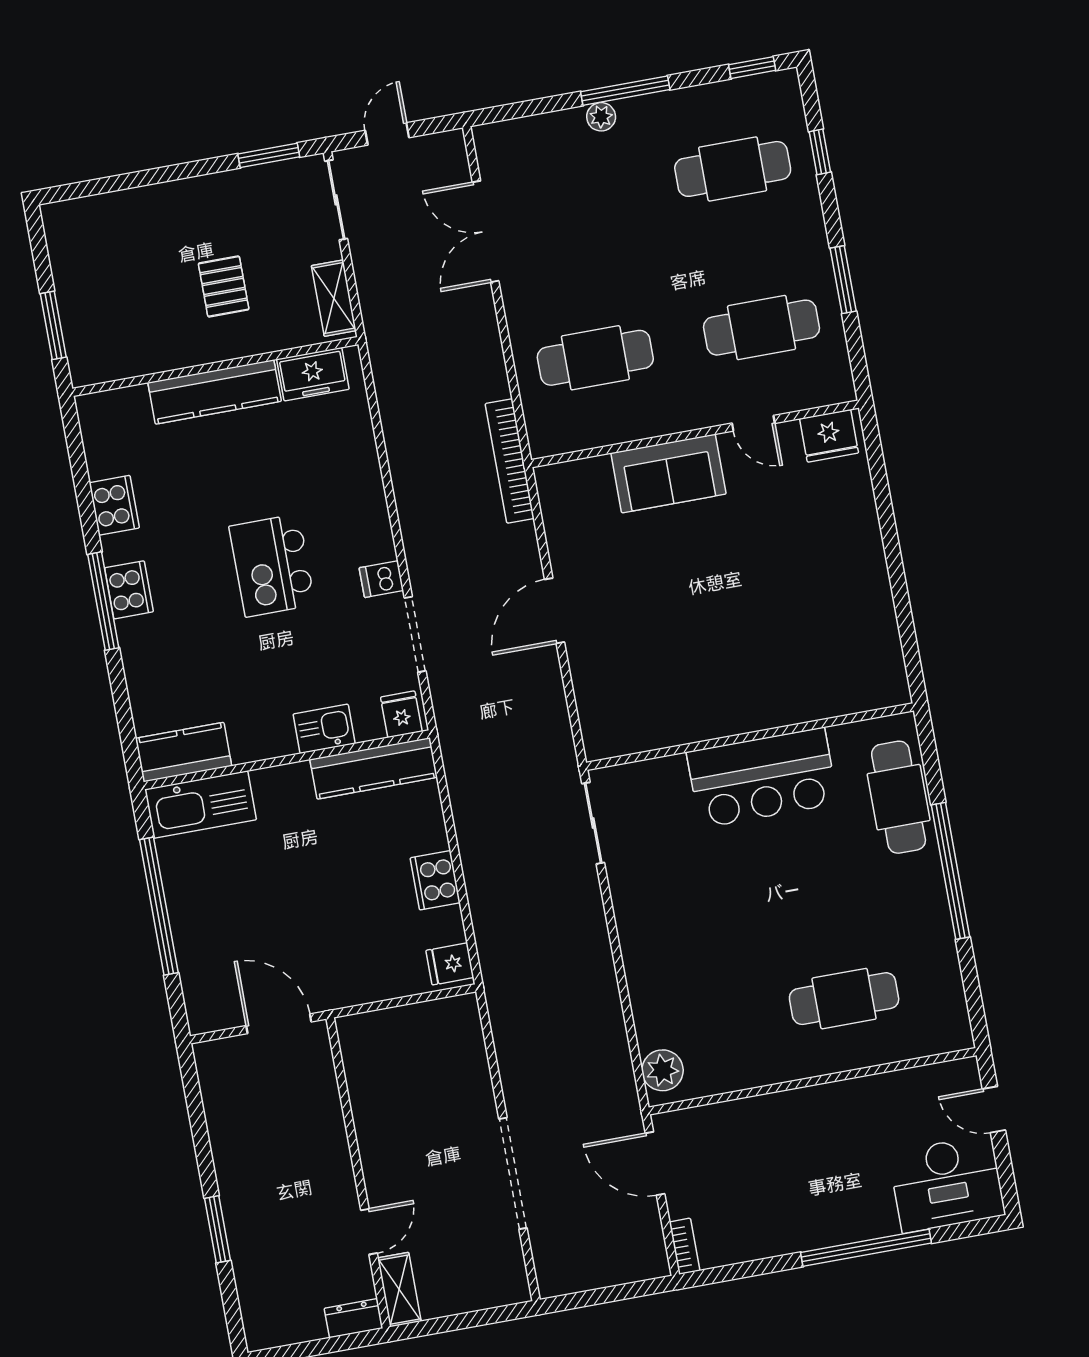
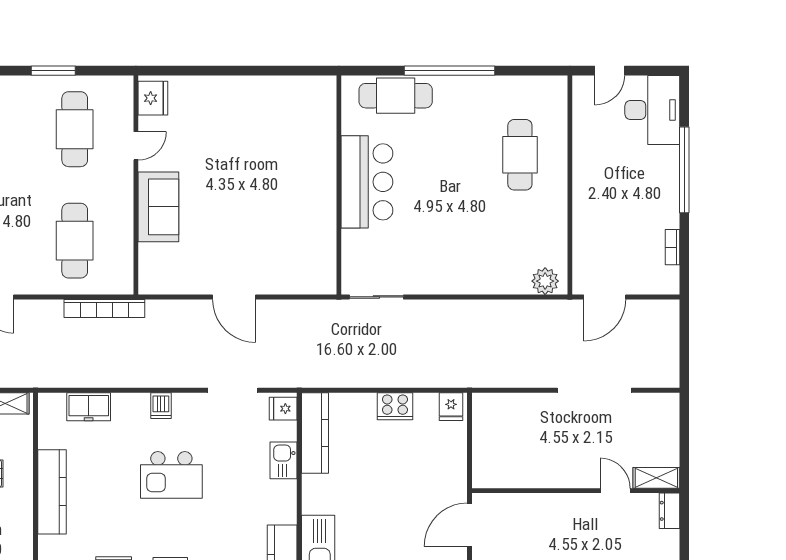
freezer: (313, 374) -> (89, 407), moved, turned 90
bookcase: (510, 461) -> (104, 308), moved
dishwasher: (381, 579) -> (161, 406), moved
bookcase: (685, 1246) -> (673, 247), moved, turned -90

